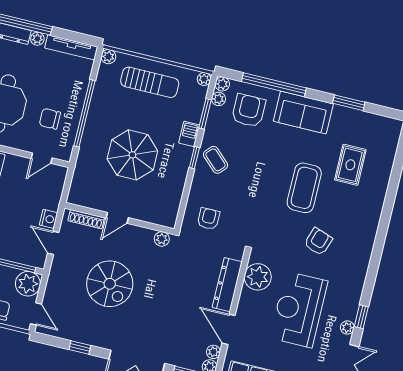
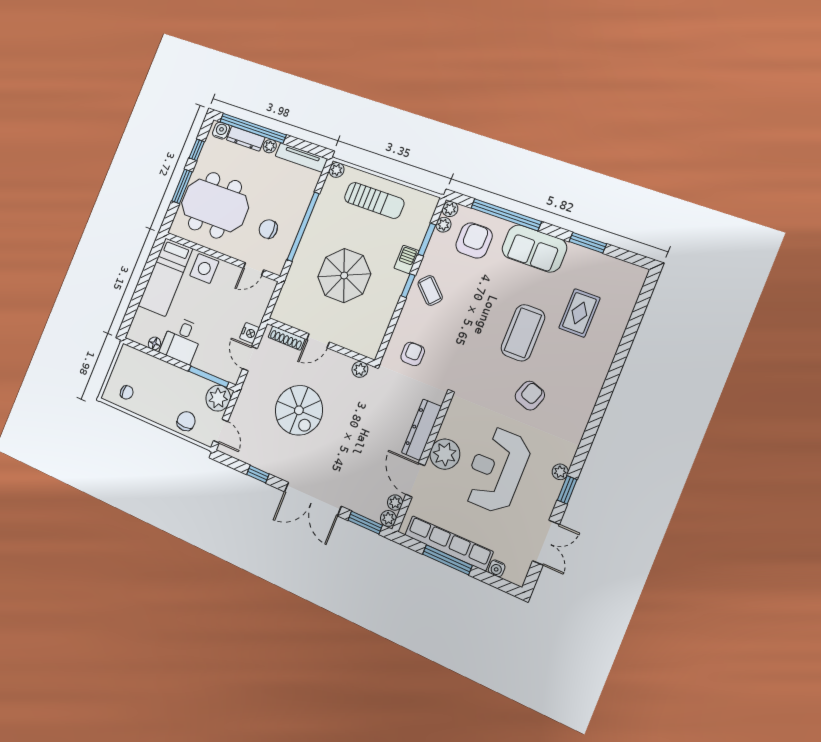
plant: (204, 79) -> (431, 202), removed
plant: (258, 277) -> (445, 454), moved
plant: (347, 328) -> (560, 472), moved

